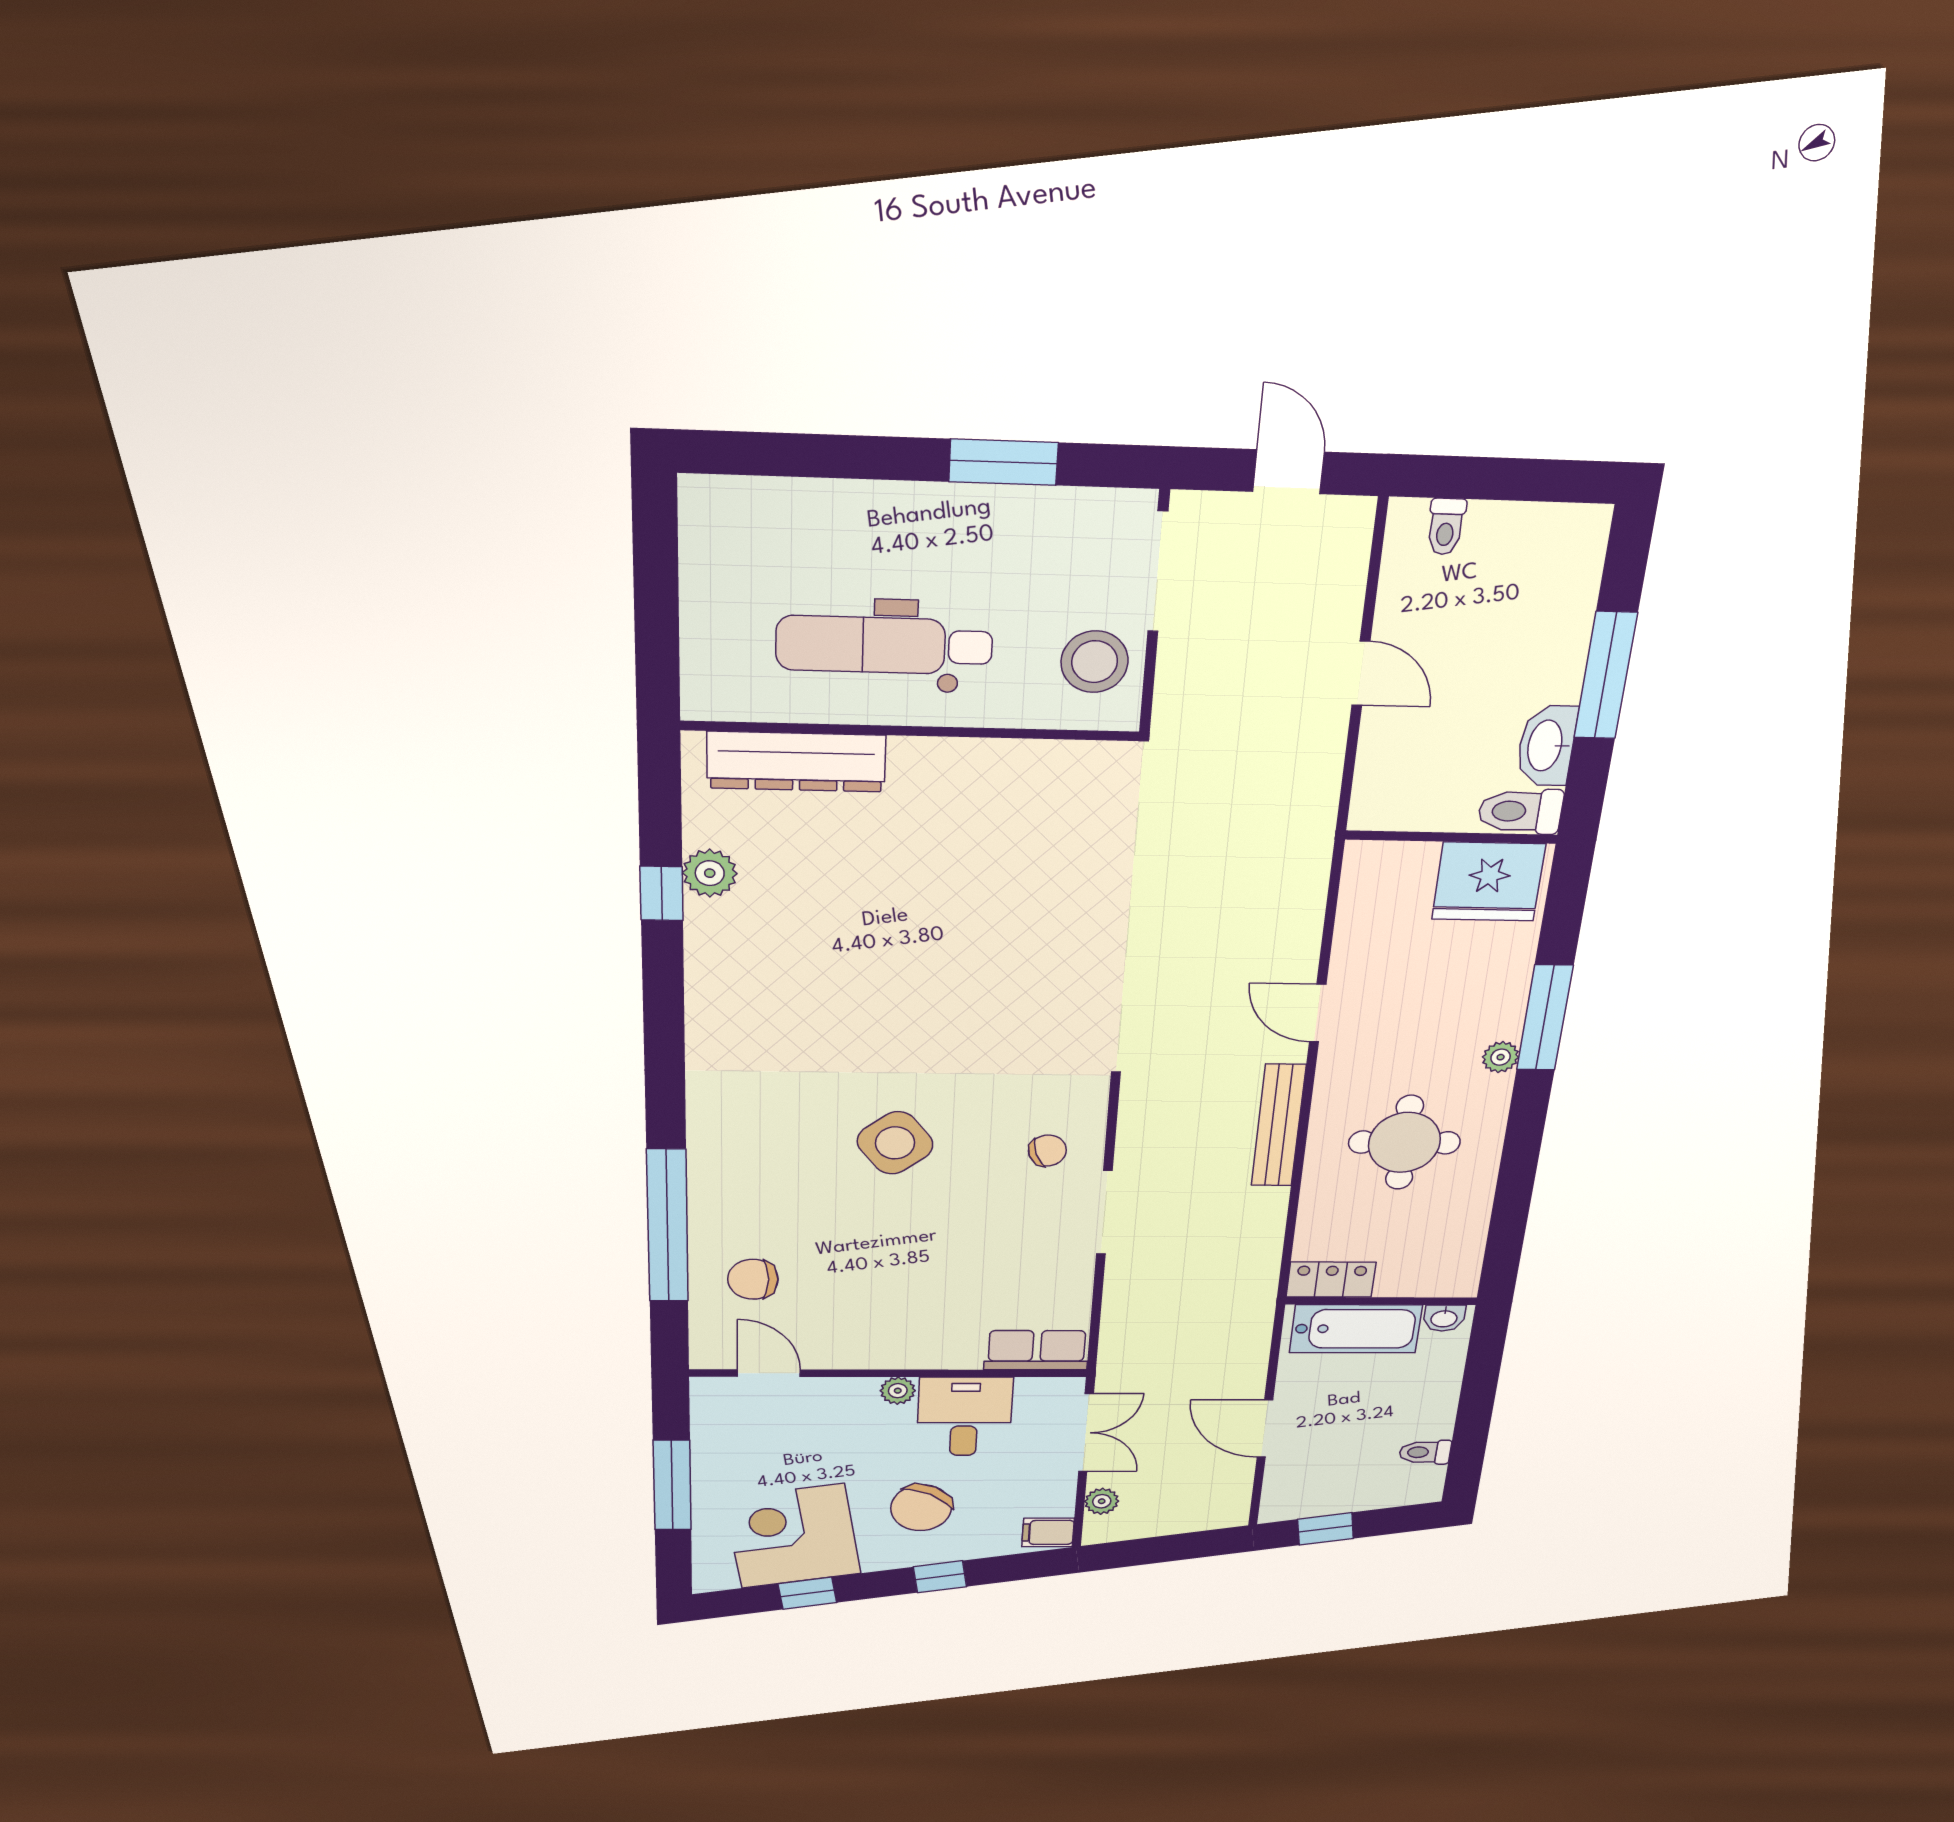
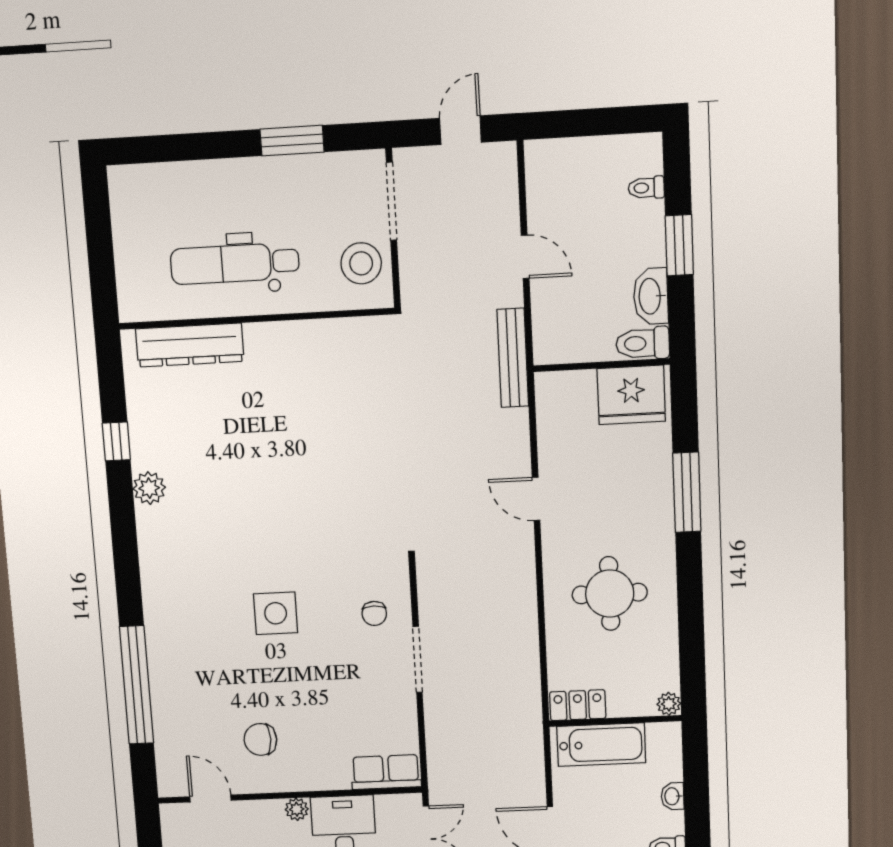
door: (1288, 472) -> (460, 130), hinge flipped
toilet: (1446, 527) -> (646, 188), moved, turned 90
window: (1606, 675) -> (679, 245), width x0.69
plant: (710, 873) -> (149, 488), moved
plant: (1501, 1057) -> (669, 704), moved
bench: (1279, 1125) -> (513, 358), moved
side table: (895, 1143) -> (276, 613), turned 38
chair: (1047, 1151) -> (374, 613), turned 110
chair: (753, 1279) -> (260, 739), moved
washbasin: (1444, 1318) -> (673, 796), moved, turned 90

